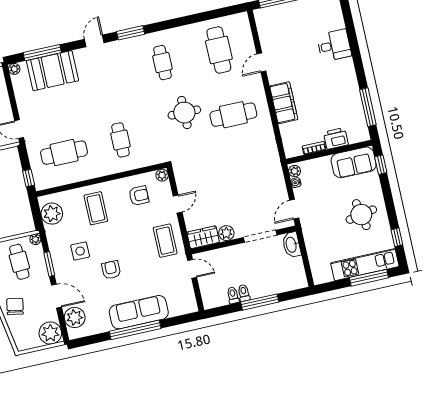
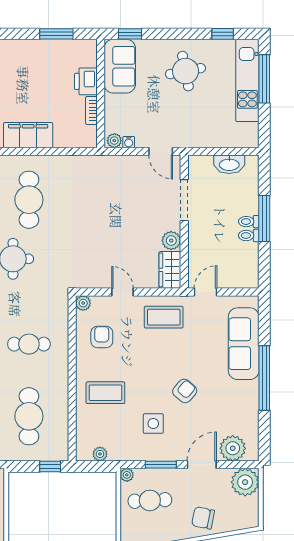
window: (368, 107) -> (56, 34), width x0.69
plant: (52, 214) -> (100, 454), width x0.53, depth x0.53
washbasin: (292, 245) -> (229, 164), moved
armchair: (111, 270) -> (185, 391), turned 131
toilet: (233, 295) -> (249, 222), moved
sofa: (139, 312) -> (244, 344), moved

